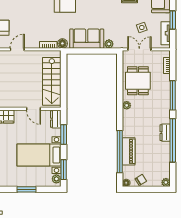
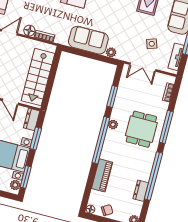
floor lamp: (62, 43) -> (29, 31), moved
double door: (139, 49) -> (143, 67), swing flipped
window: (120, 81) -> (112, 96), added
dining table: (138, 81) -> (141, 129), moved
dresser: (165, 133) -> (141, 191), moved
window: (120, 152) -> (101, 140), moved

